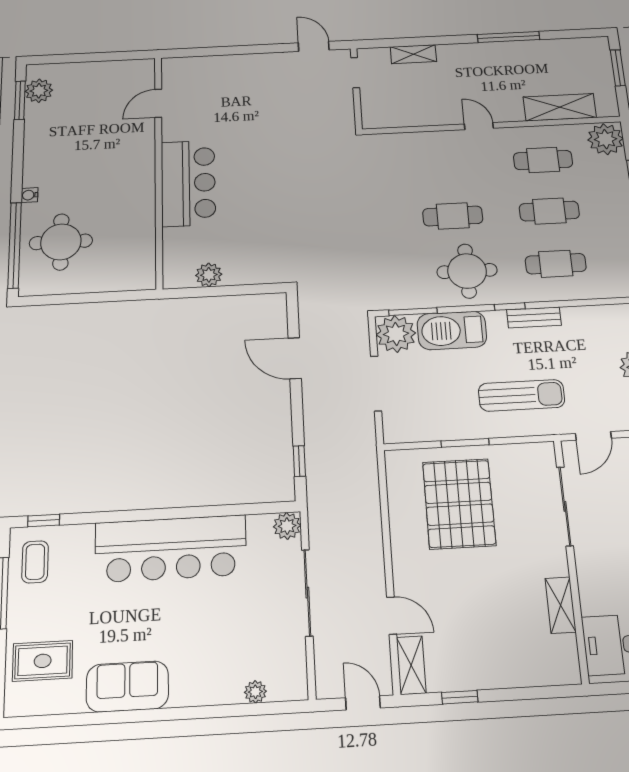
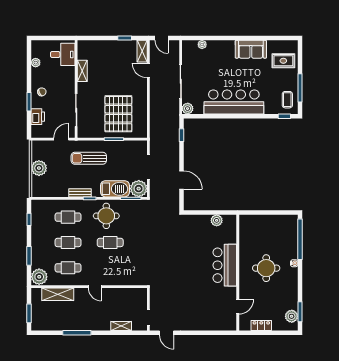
locker: (106, 70) -> (261, 325), added
round table: (61, 242) -> (266, 268), moved

